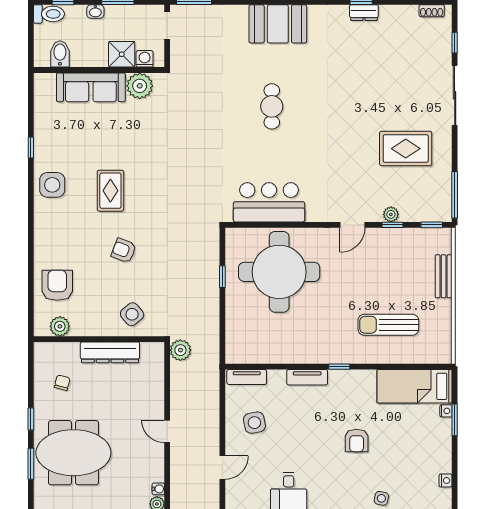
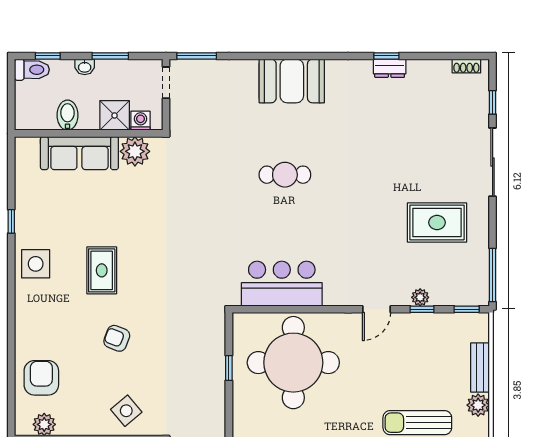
bidet: (60, 54) -> (67, 115), moved
cafe table: (272, 106) -> (285, 175), turned 90
plant: (442, 309) -> (478, 405), added

